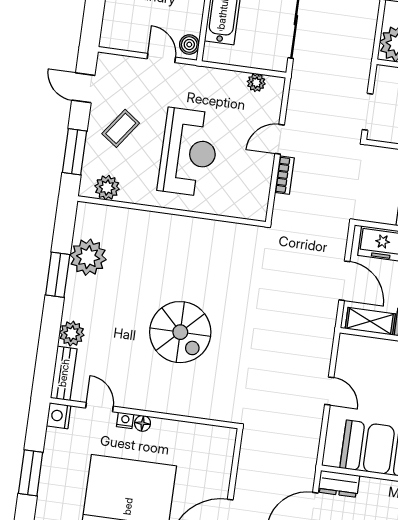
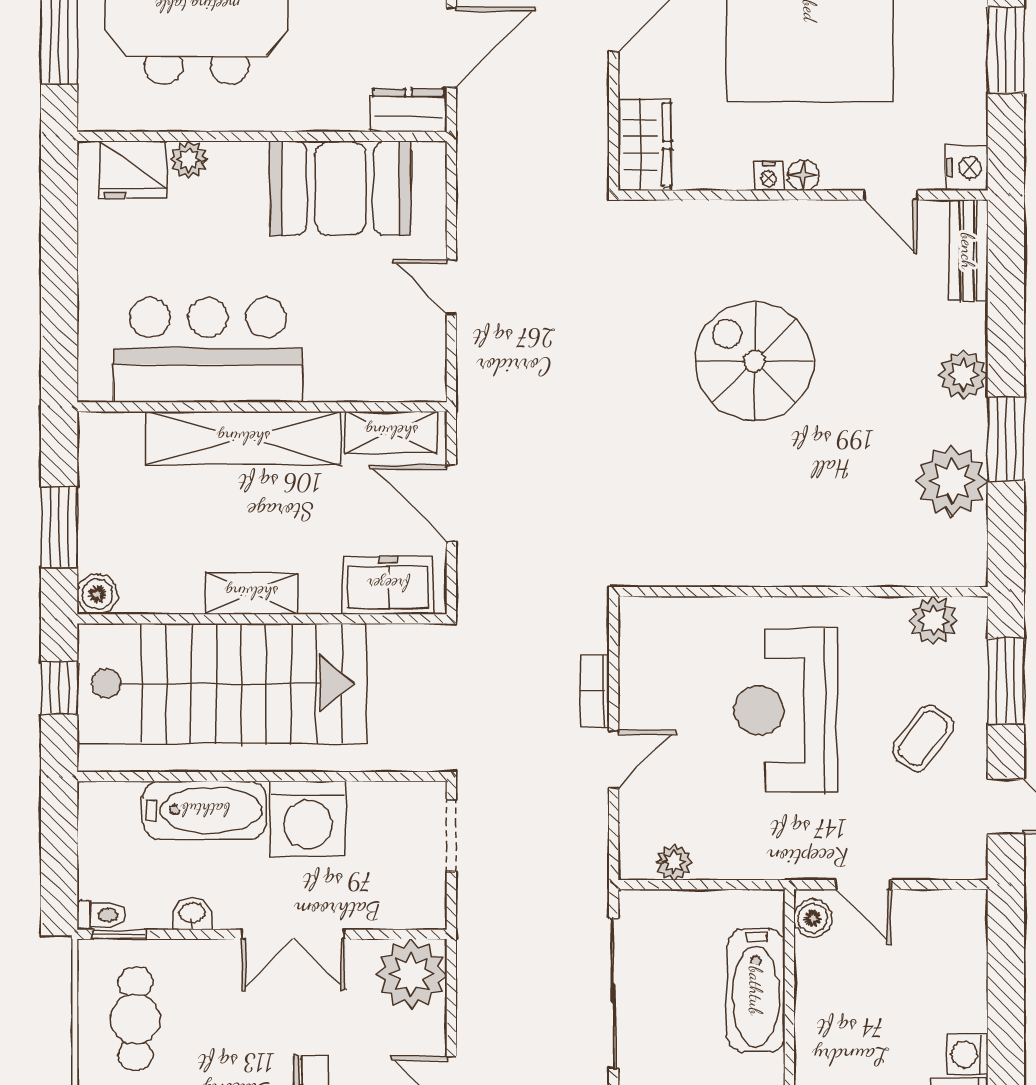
plant: (72, 334) -> (963, 375), moved
nightstand: (125, 420) -> (769, 176), moved
wardrobe: (221, 450) -> (645, 145), added

